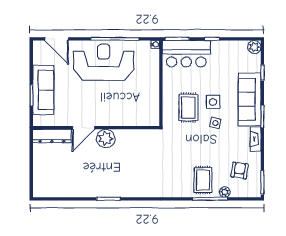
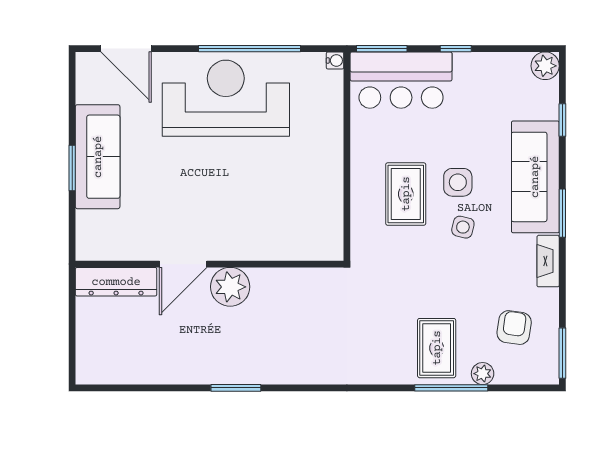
door: (84, 128) -> (183, 264), moved
wall: (96, 128) -> (210, 264), moved
dresser: (52, 136) -> (116, 282), moved
plant: (106, 138) -> (230, 287), moved

